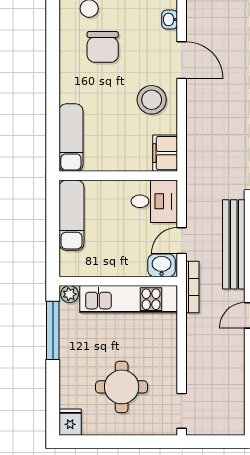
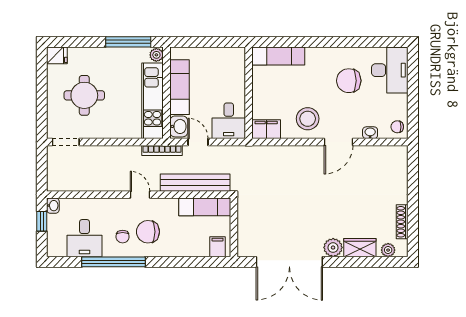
exam couch: (71, 215) -> (179, 87), moved, turned -90

